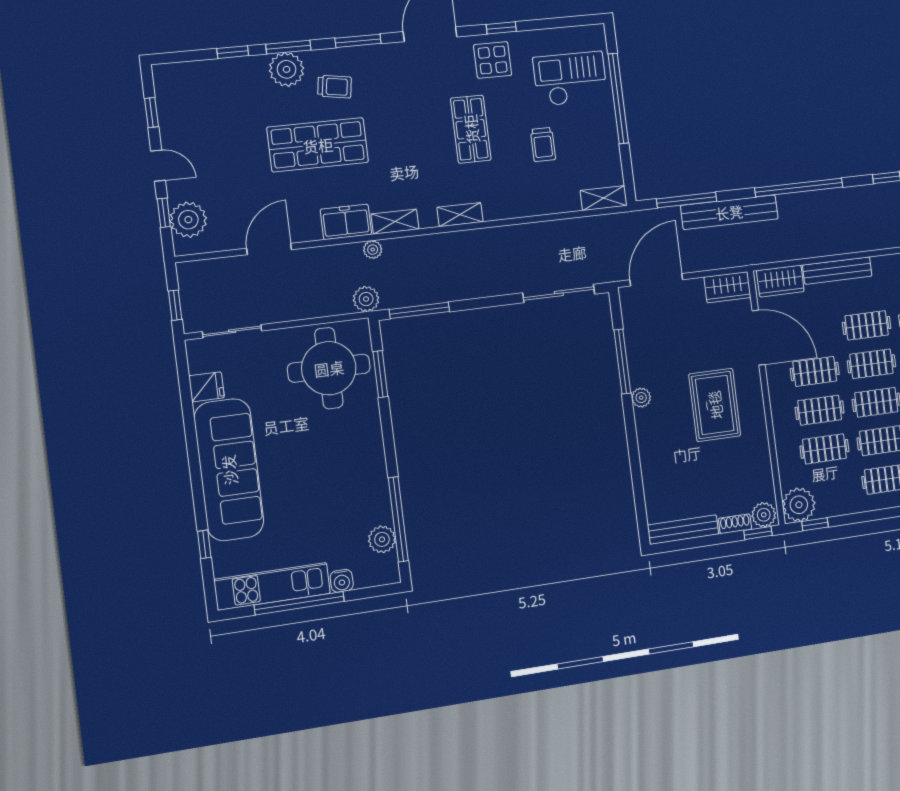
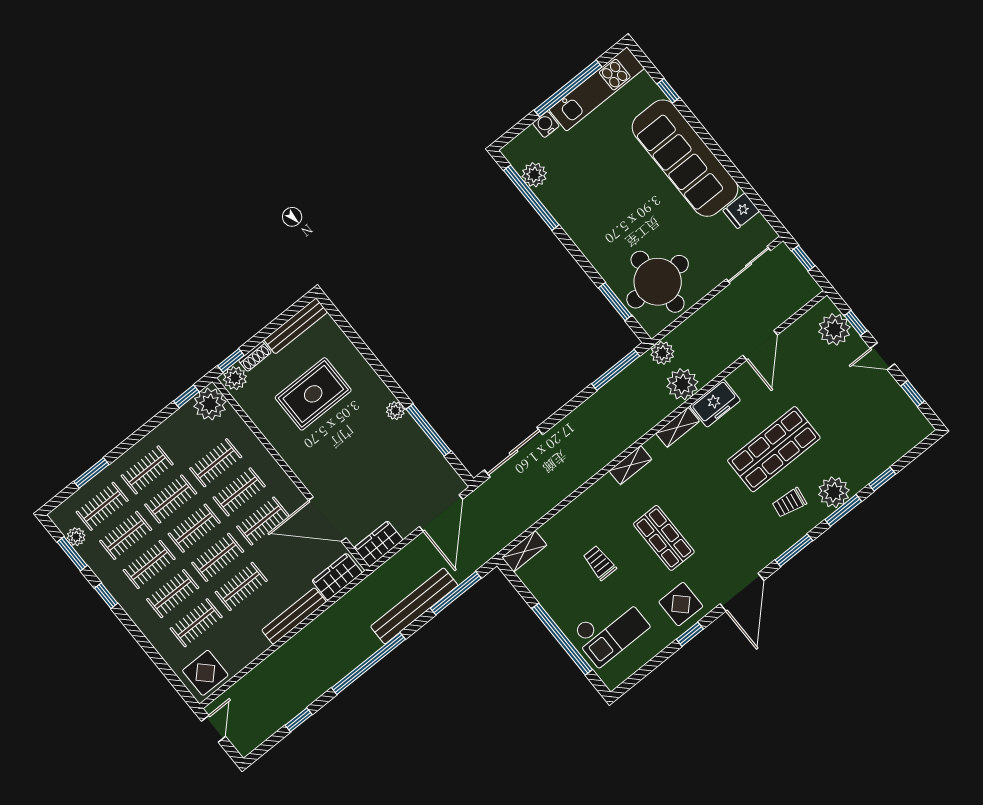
plant: (373, 250) -> (682, 384), width x1.87, depth x1.87
rug: (715, 405) -> (313, 394), moved, turned 90

